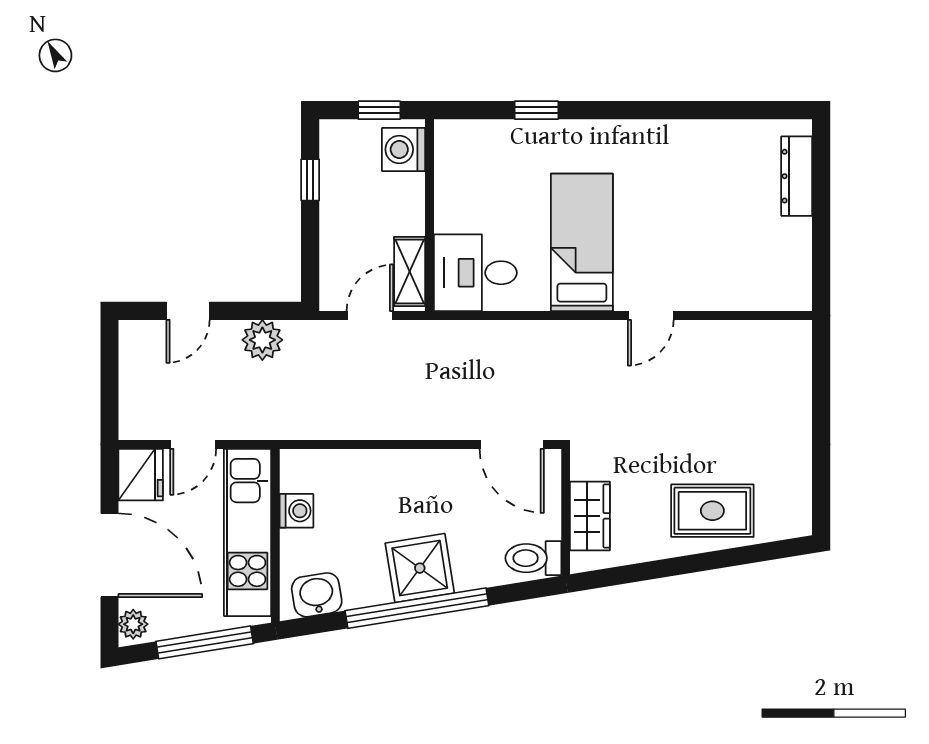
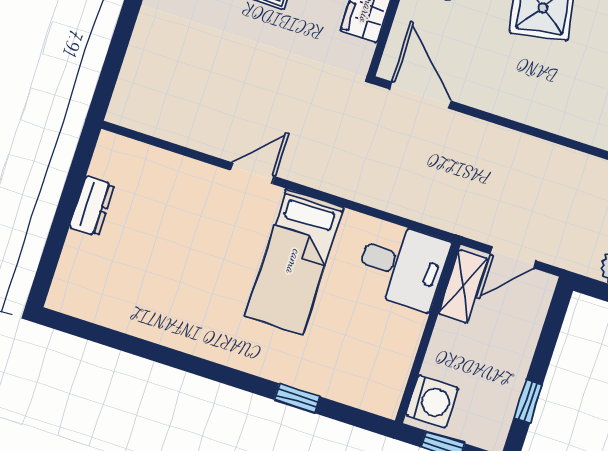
dresser: (797, 176) -> (92, 206), moved, width x0.70

